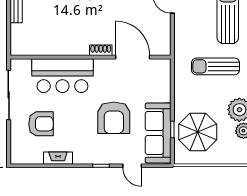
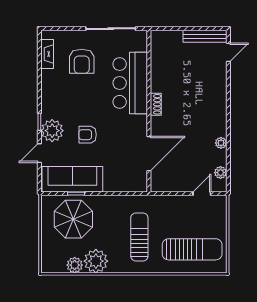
shoe rack: (101, 50) -> (156, 104), moved
armchair: (114, 118) -> (88, 135), width x0.53, depth x0.53
plant: (110, 153) -> (52, 131), added
fireplace: (58, 158) -> (47, 54), moved

